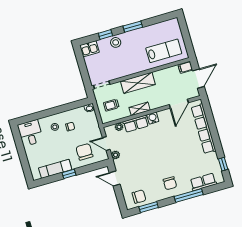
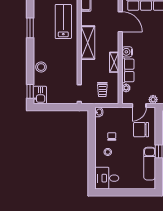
window: (133, 27) -> (30, 28), moved
window: (105, 34) -> (30, 91), moved
shelving: (138, 83) -> (88, 43), moved

